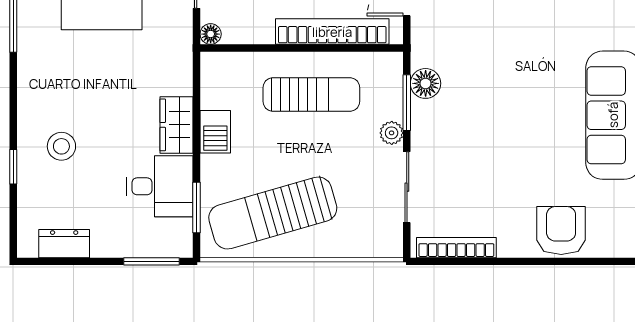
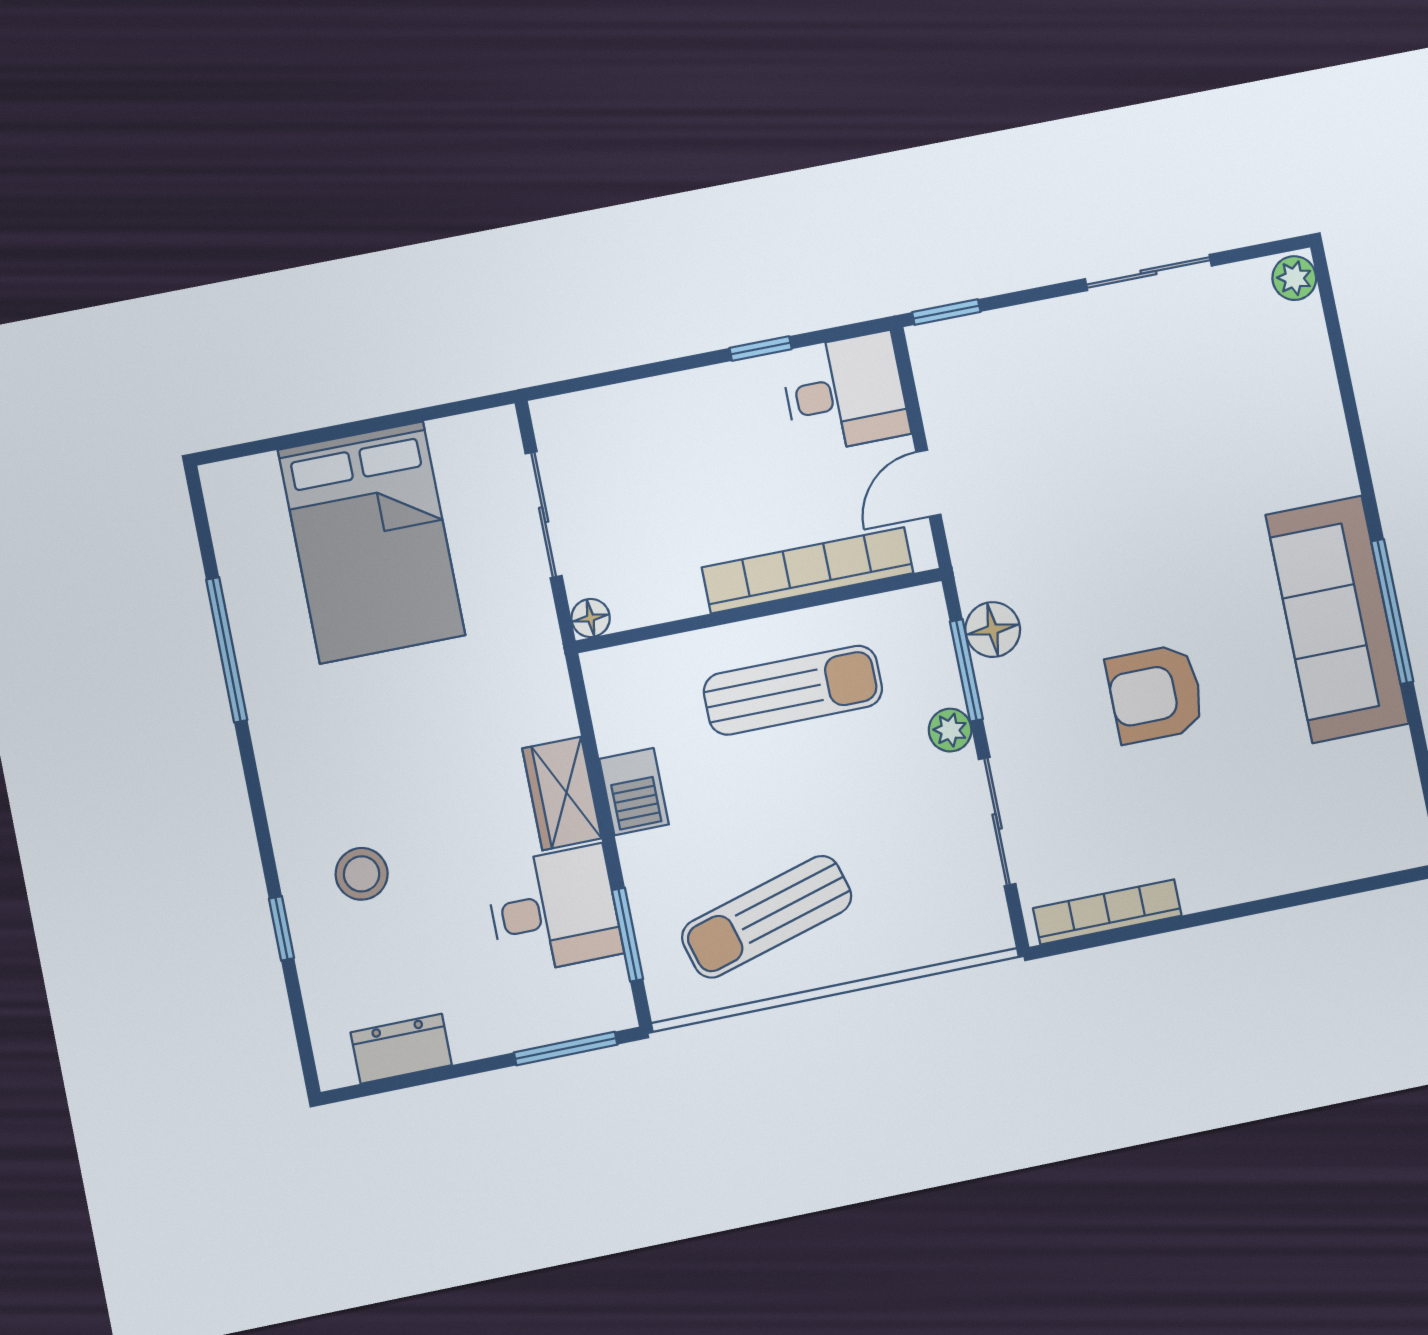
sun lounger: (273, 213) -> (767, 917), width x0.73, depth x0.75
armchair: (561, 231) -> (1155, 694), moved, turned -90

